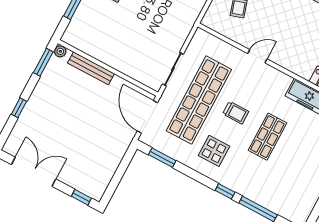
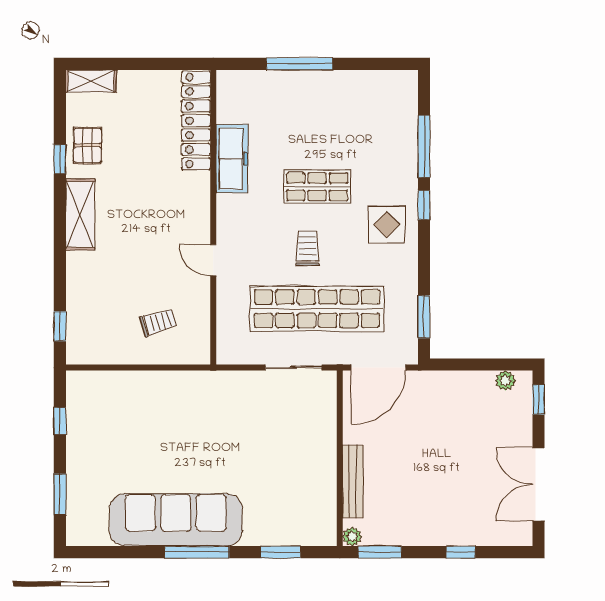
display table: (214, 151) -> (387, 225), moved
plant: (102, 184) -> (505, 381), added

